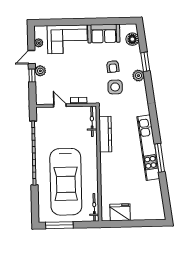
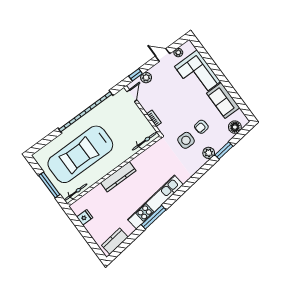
plant: (40, 71) -> (146, 78), moved
window: (32, 76) -> (136, 75), moved
door: (60, 105) -> (132, 96), moved
kitchen counter: (105, 134) -> (118, 177), moved
kitchen counter: (157, 203) -> (115, 241), added
fridge: (120, 212) -> (85, 217), width x0.53, depth x0.75
window: (59, 225) -> (49, 185), moved

